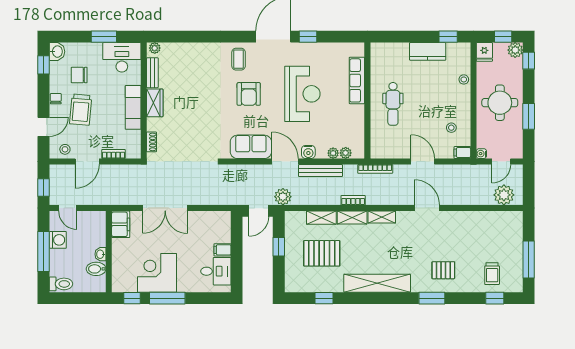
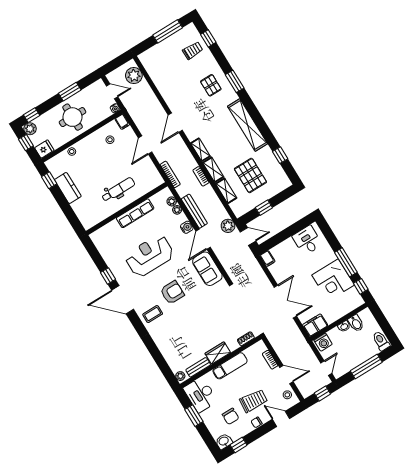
row of seats: (357, 80) -> (135, 213), moved
washing machine: (58, 240) -> (323, 342), moved, turned 180
filing cabinet: (222, 250) -> (267, 259), moved

